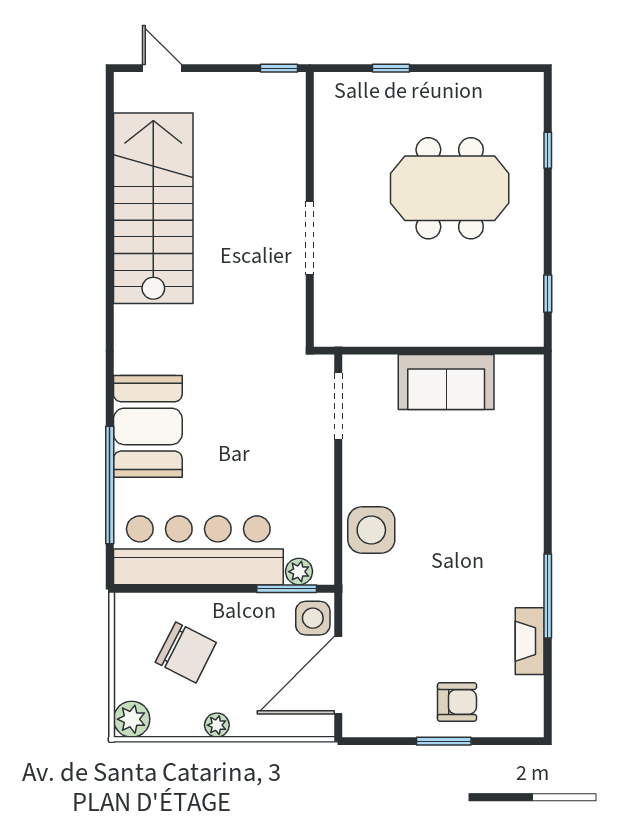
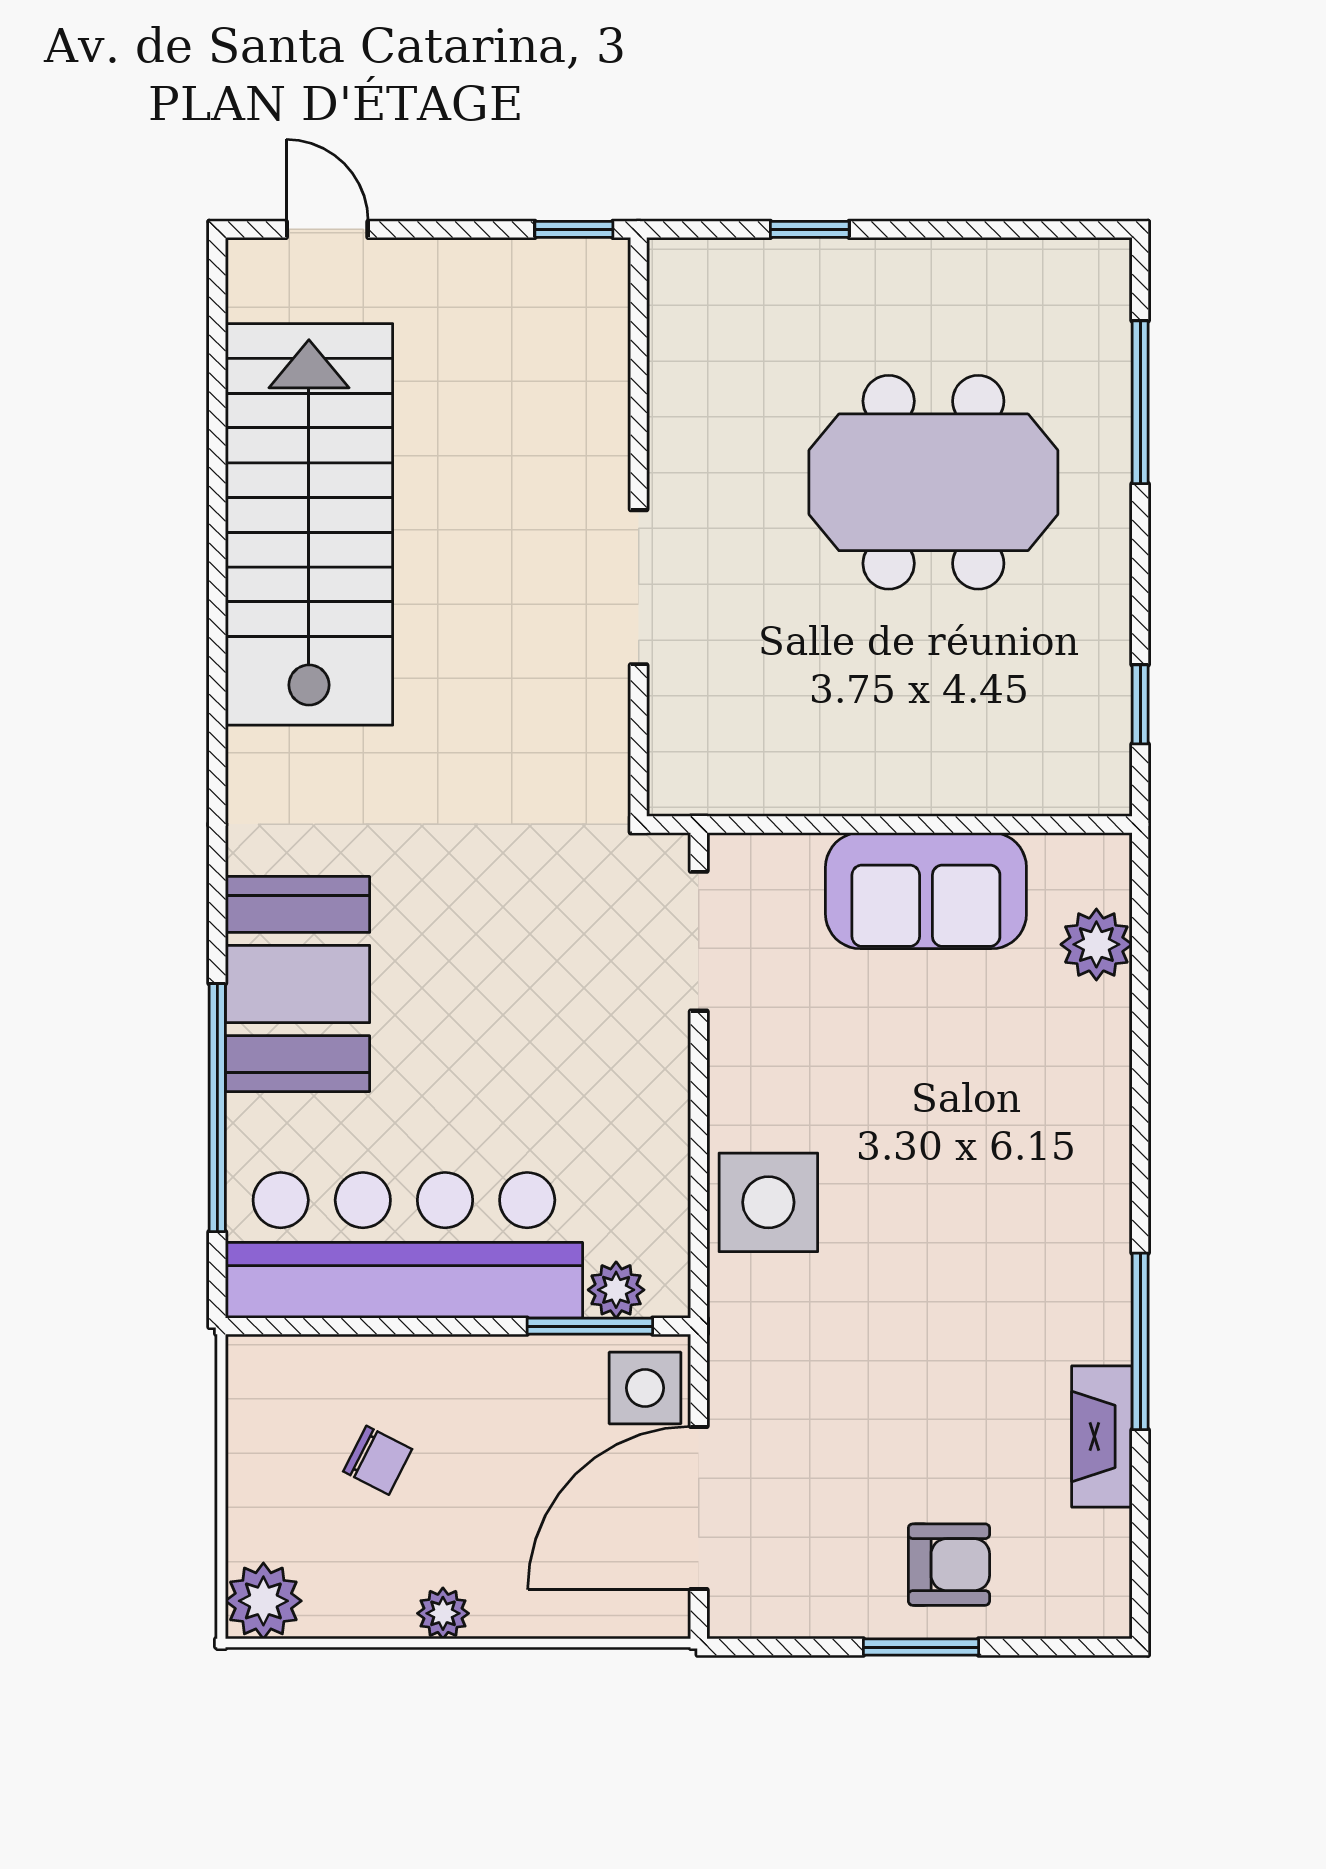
window: (548, 150) -> (1140, 402), width x2.17
plant: (527, 408) -> (1096, 944), added
chair: (186, 652) -> (378, 1460), width x0.54, depth x0.54

